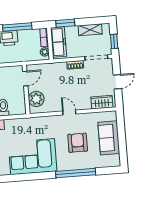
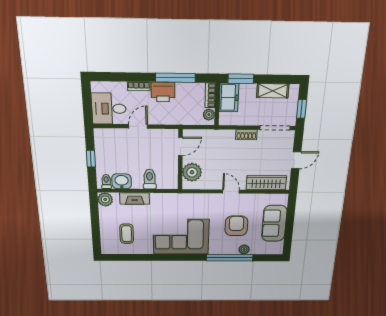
freezer: (58, 42) -> (229, 98), width x0.71
wardrobe: (102, 102) -> (266, 183), width x1.50
plant: (87, 164) -> (244, 249), added

